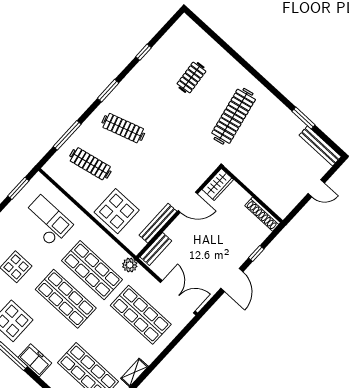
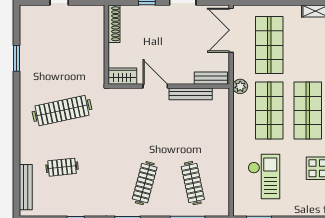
clothes rail: (123, 128) -> (145, 183), turned 33
bench: (320, 146) -> (26, 187), moved
display table: (117, 211) -> (210, 132), removed
checkout: (47, 221) -> (264, 177), turned 180

